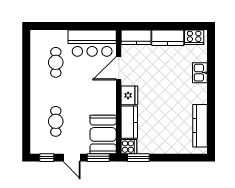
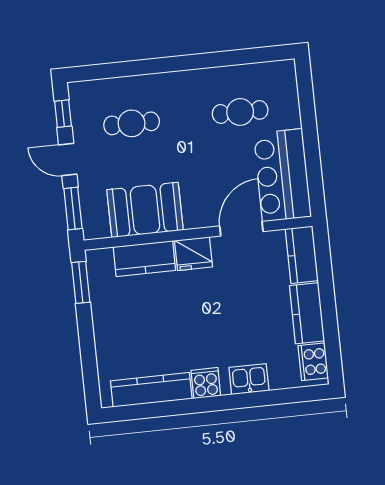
door: (119, 68) -> (241, 229), hinge flipped
booth: (103, 134) -> (145, 210), moved
cooker: (129, 147) -> (206, 383), moved, turned 180
door: (72, 158) -> (68, 160), hinge flipped

